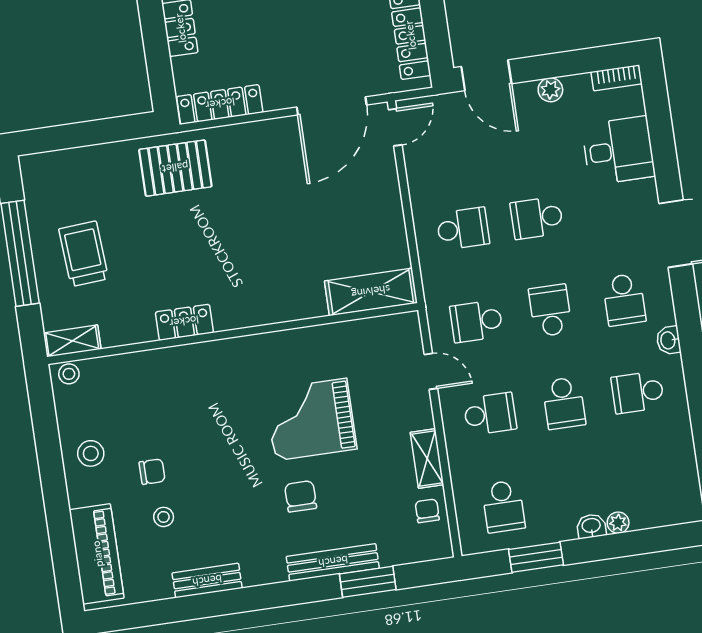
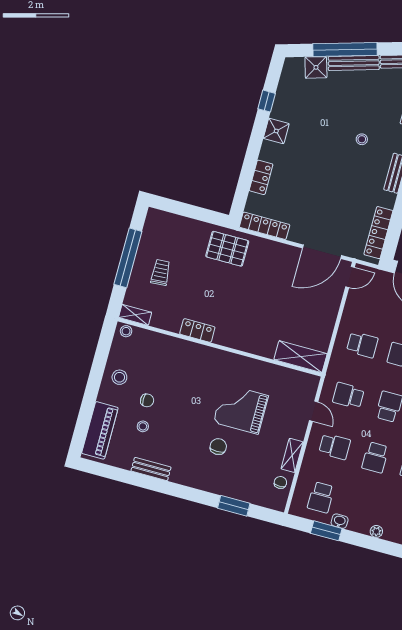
trolley: (84, 254) -> (161, 272), width x0.73, depth x0.72
washbasin: (591, 526) -> (340, 521), moved
bench: (333, 562) -> (220, 488), removed

